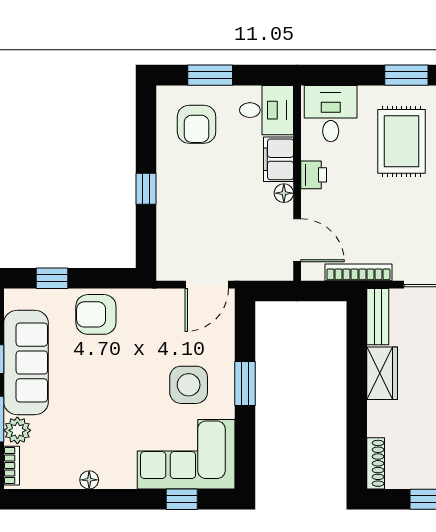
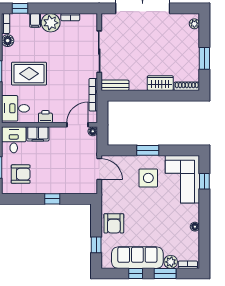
floor lamp: (284, 193) -> (93, 131), moved
wardrobe: (382, 373) -> (160, 83), moved

